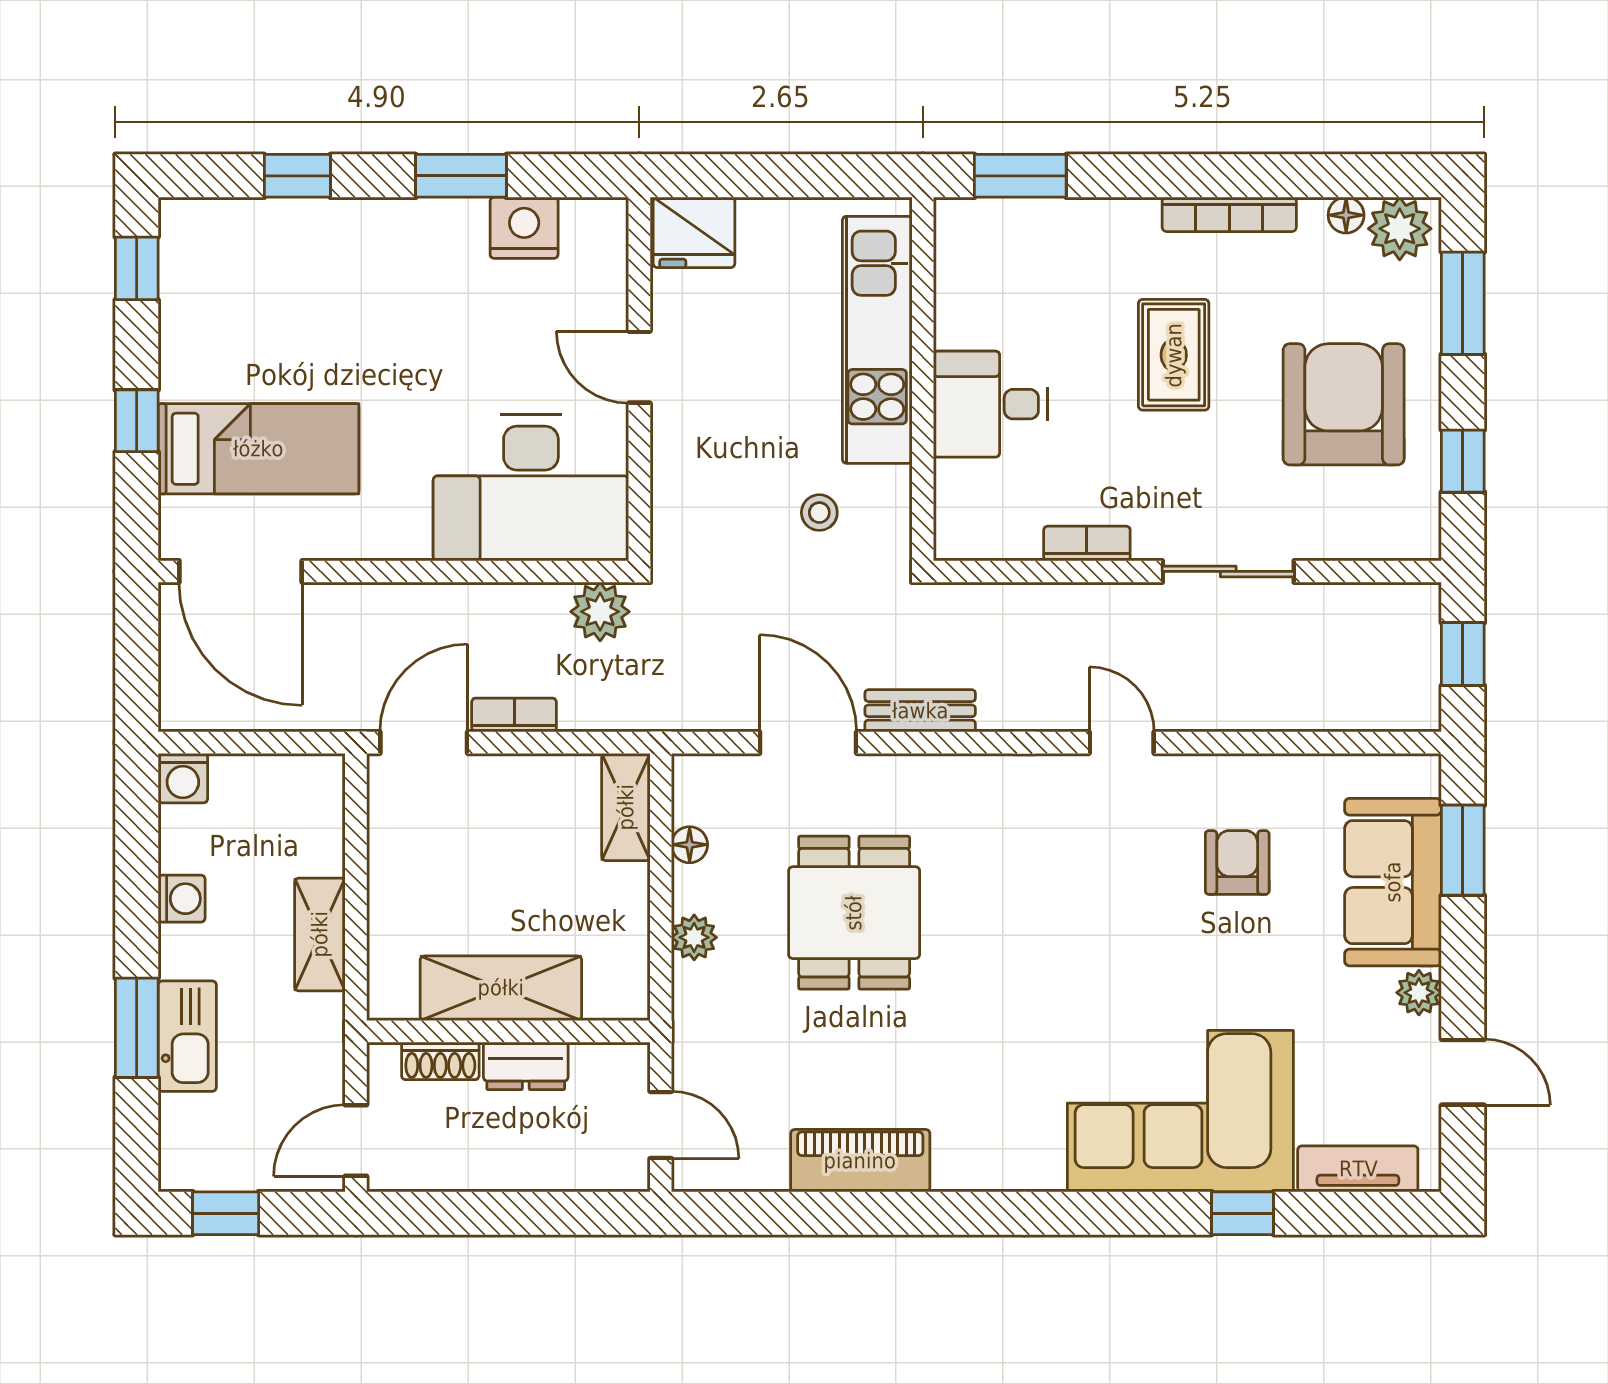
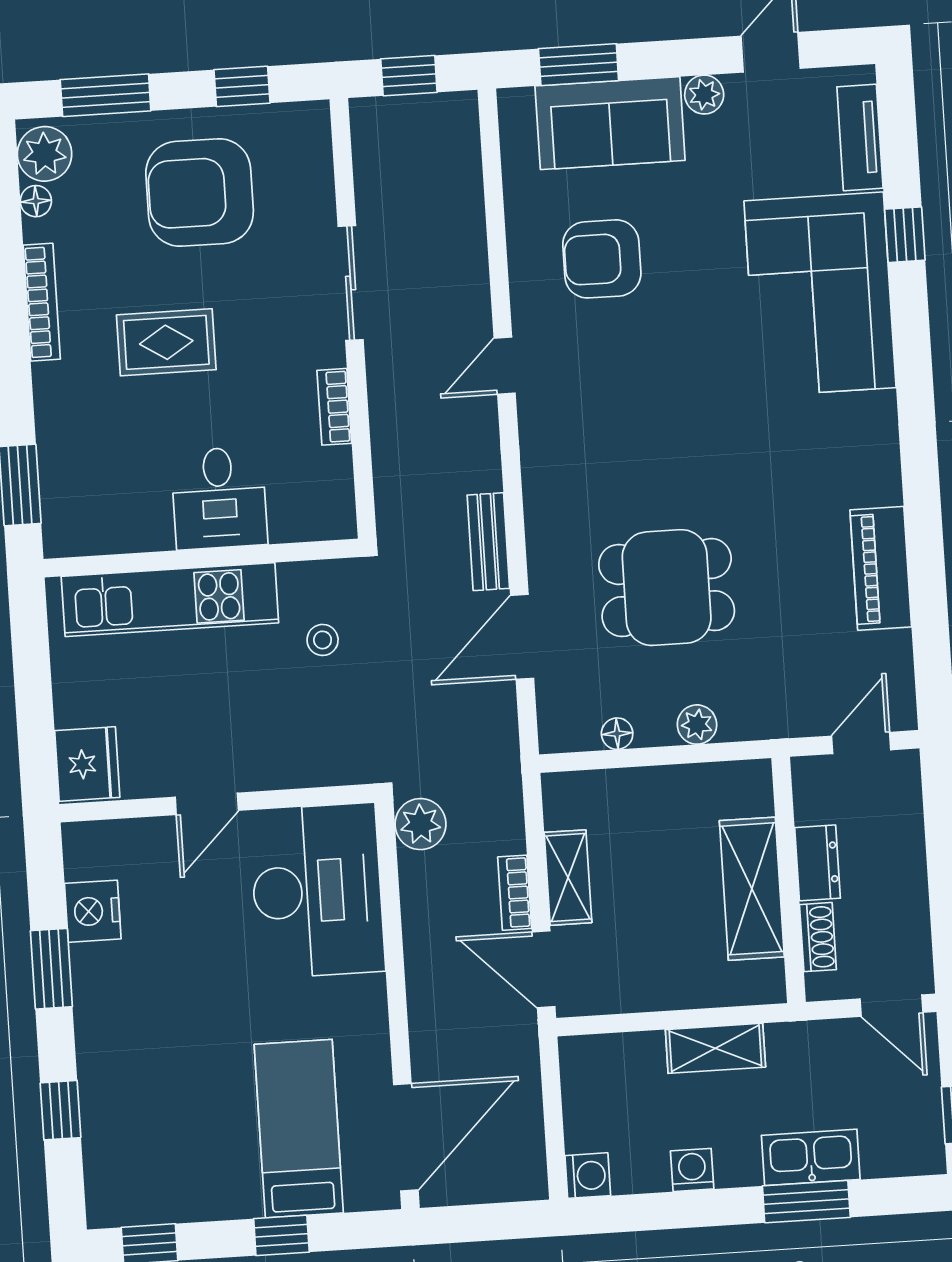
shelving: (626, 807) -> (568, 878), moved, turned 90
armchair: (1237, 862) -> (602, 259), width x1.38, depth x1.38

